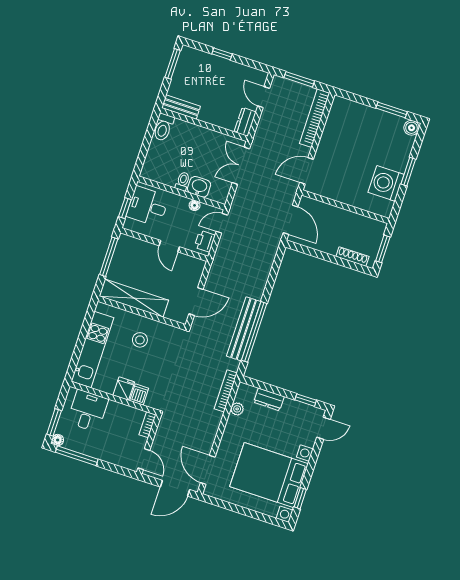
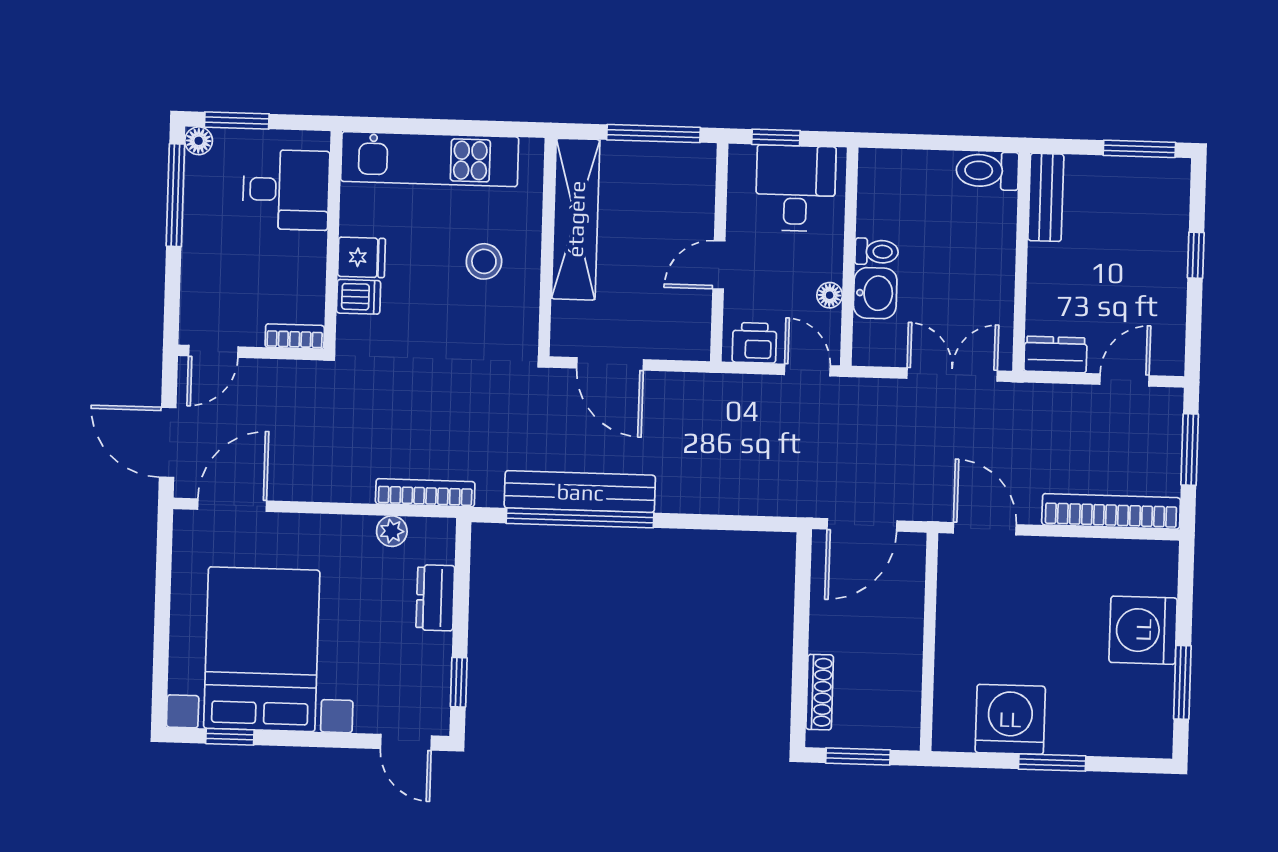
washing machine: (366, 119) -> (1143, 630), added
boiler: (412, 128) -> (1155, 740), removed

